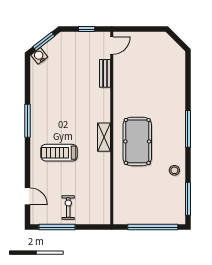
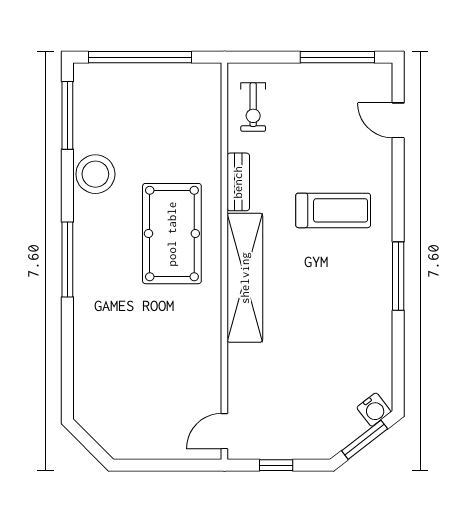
bench: (105, 73) -> (238, 182), moved
shelving: (104, 137) -> (245, 278), width x2.20, depth x1.33
stool: (174, 170) -> (95, 174), width x1.89, depth x1.89
exercise bike: (68, 208) -> (253, 107), moved

